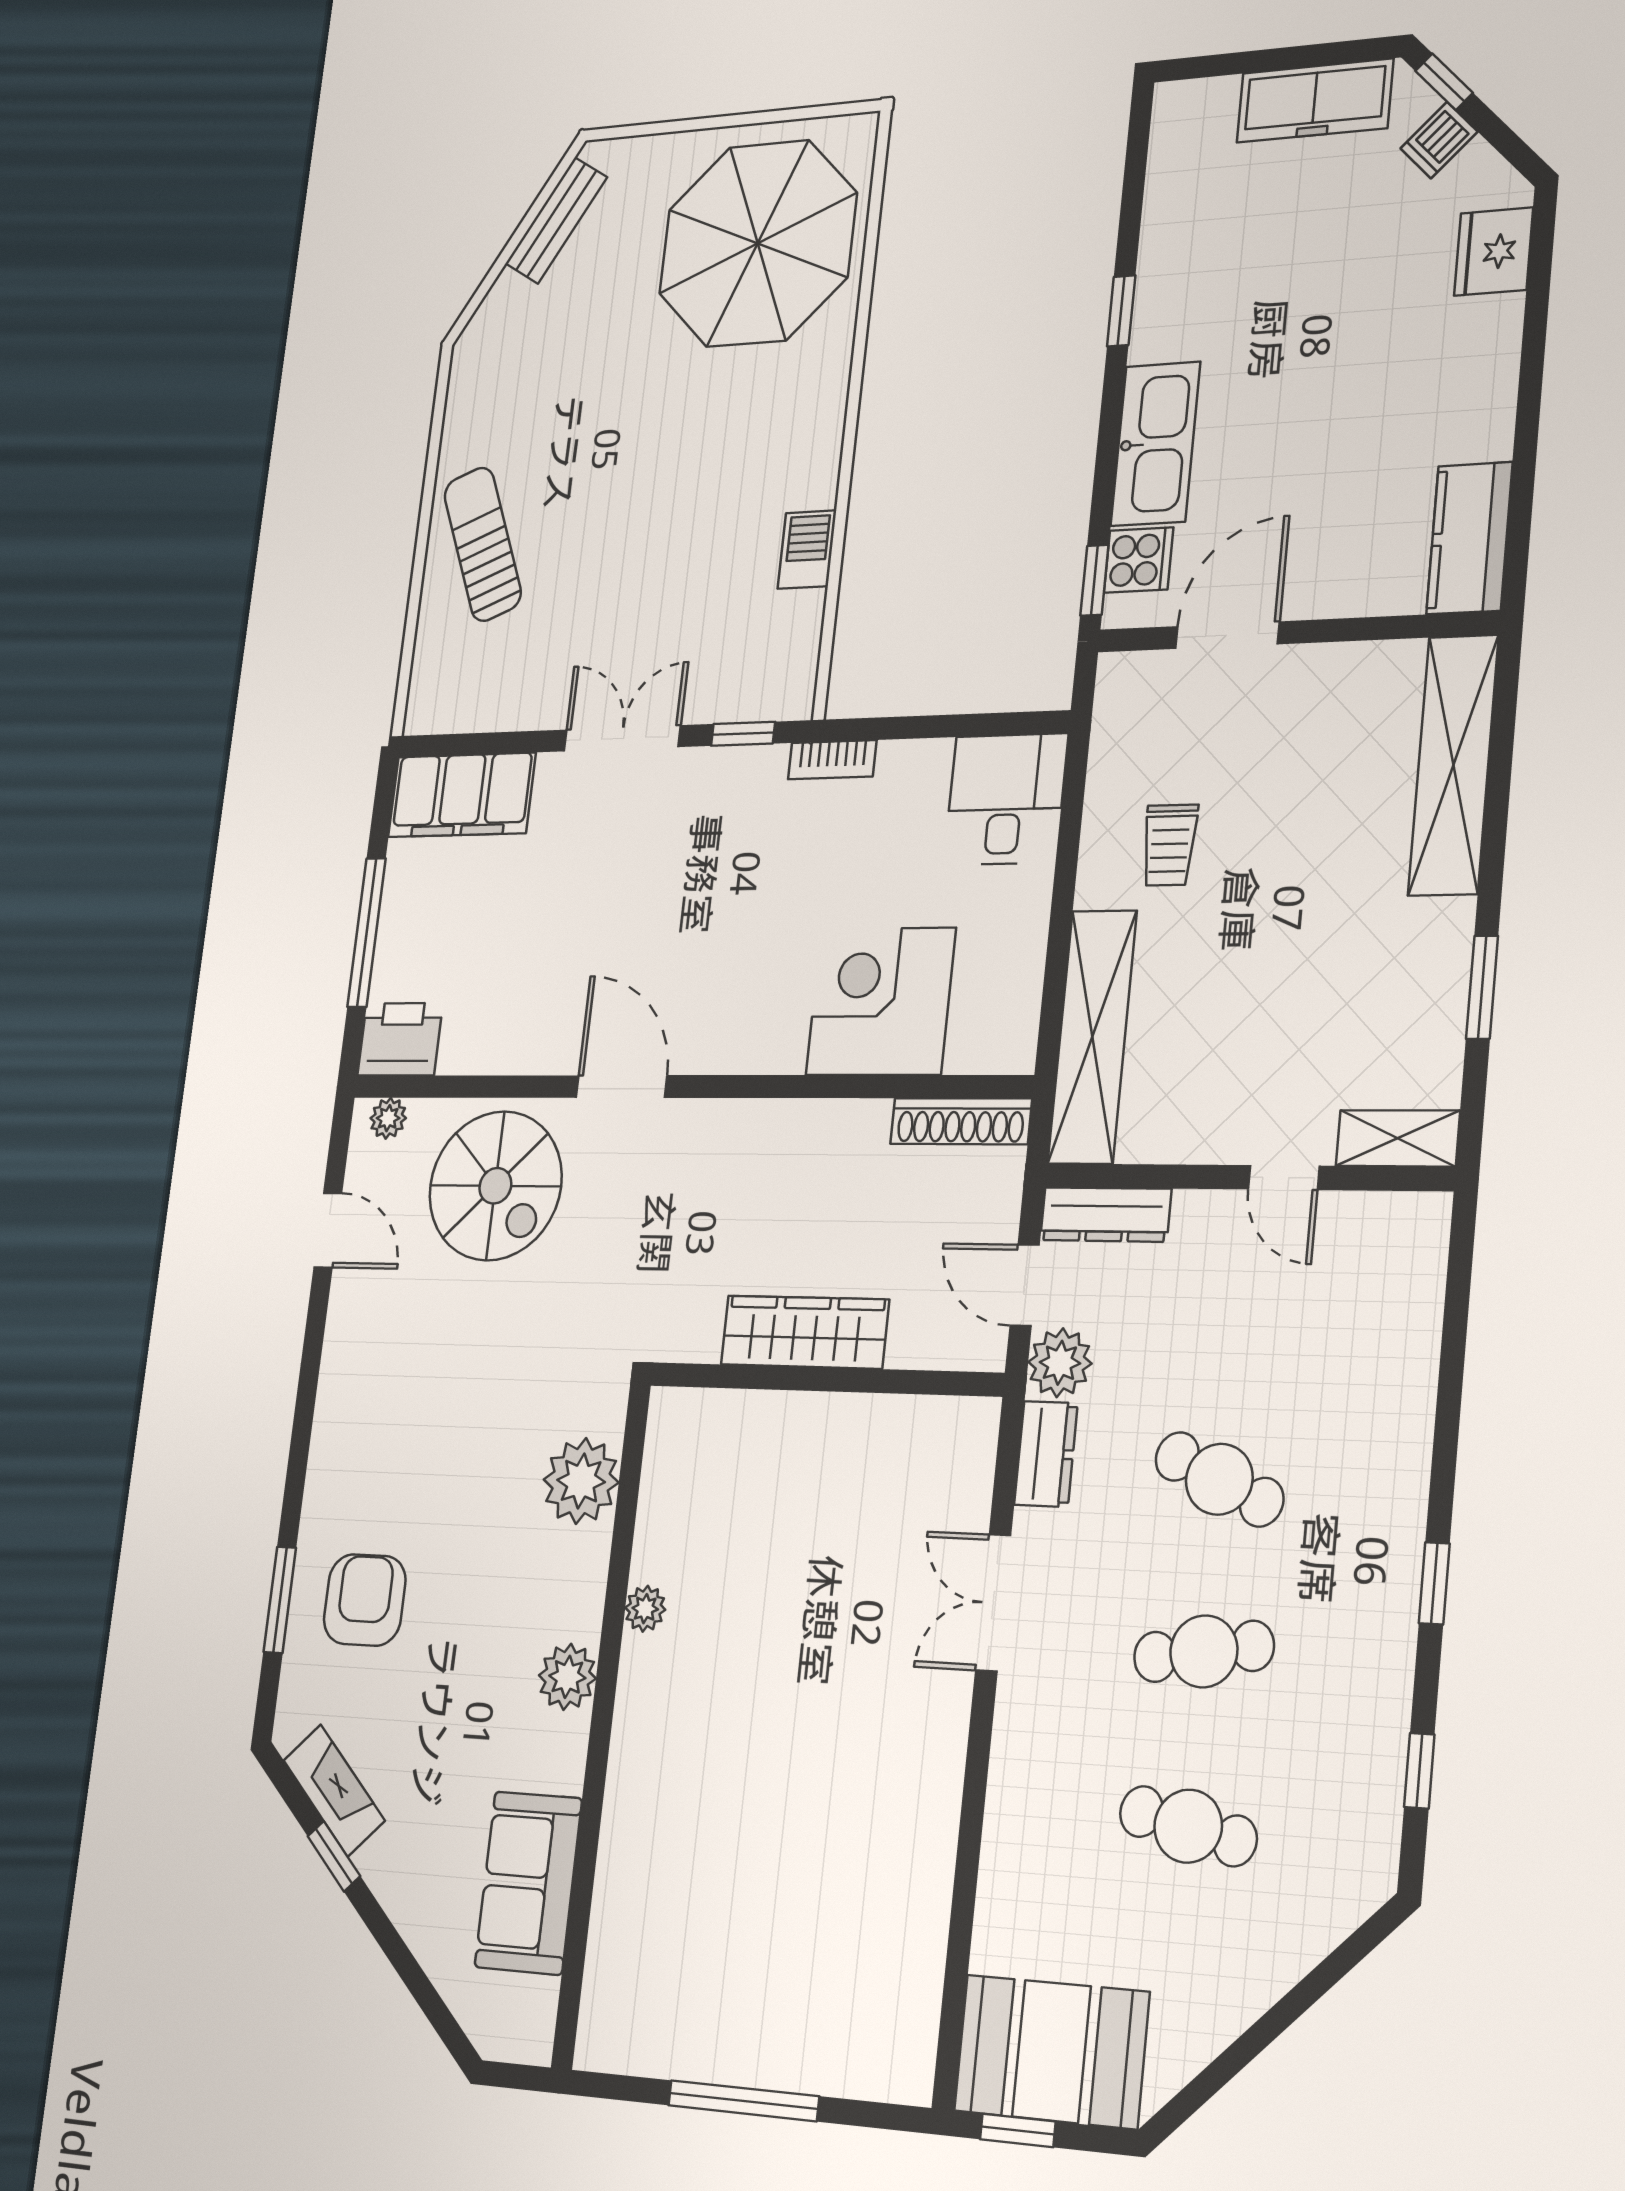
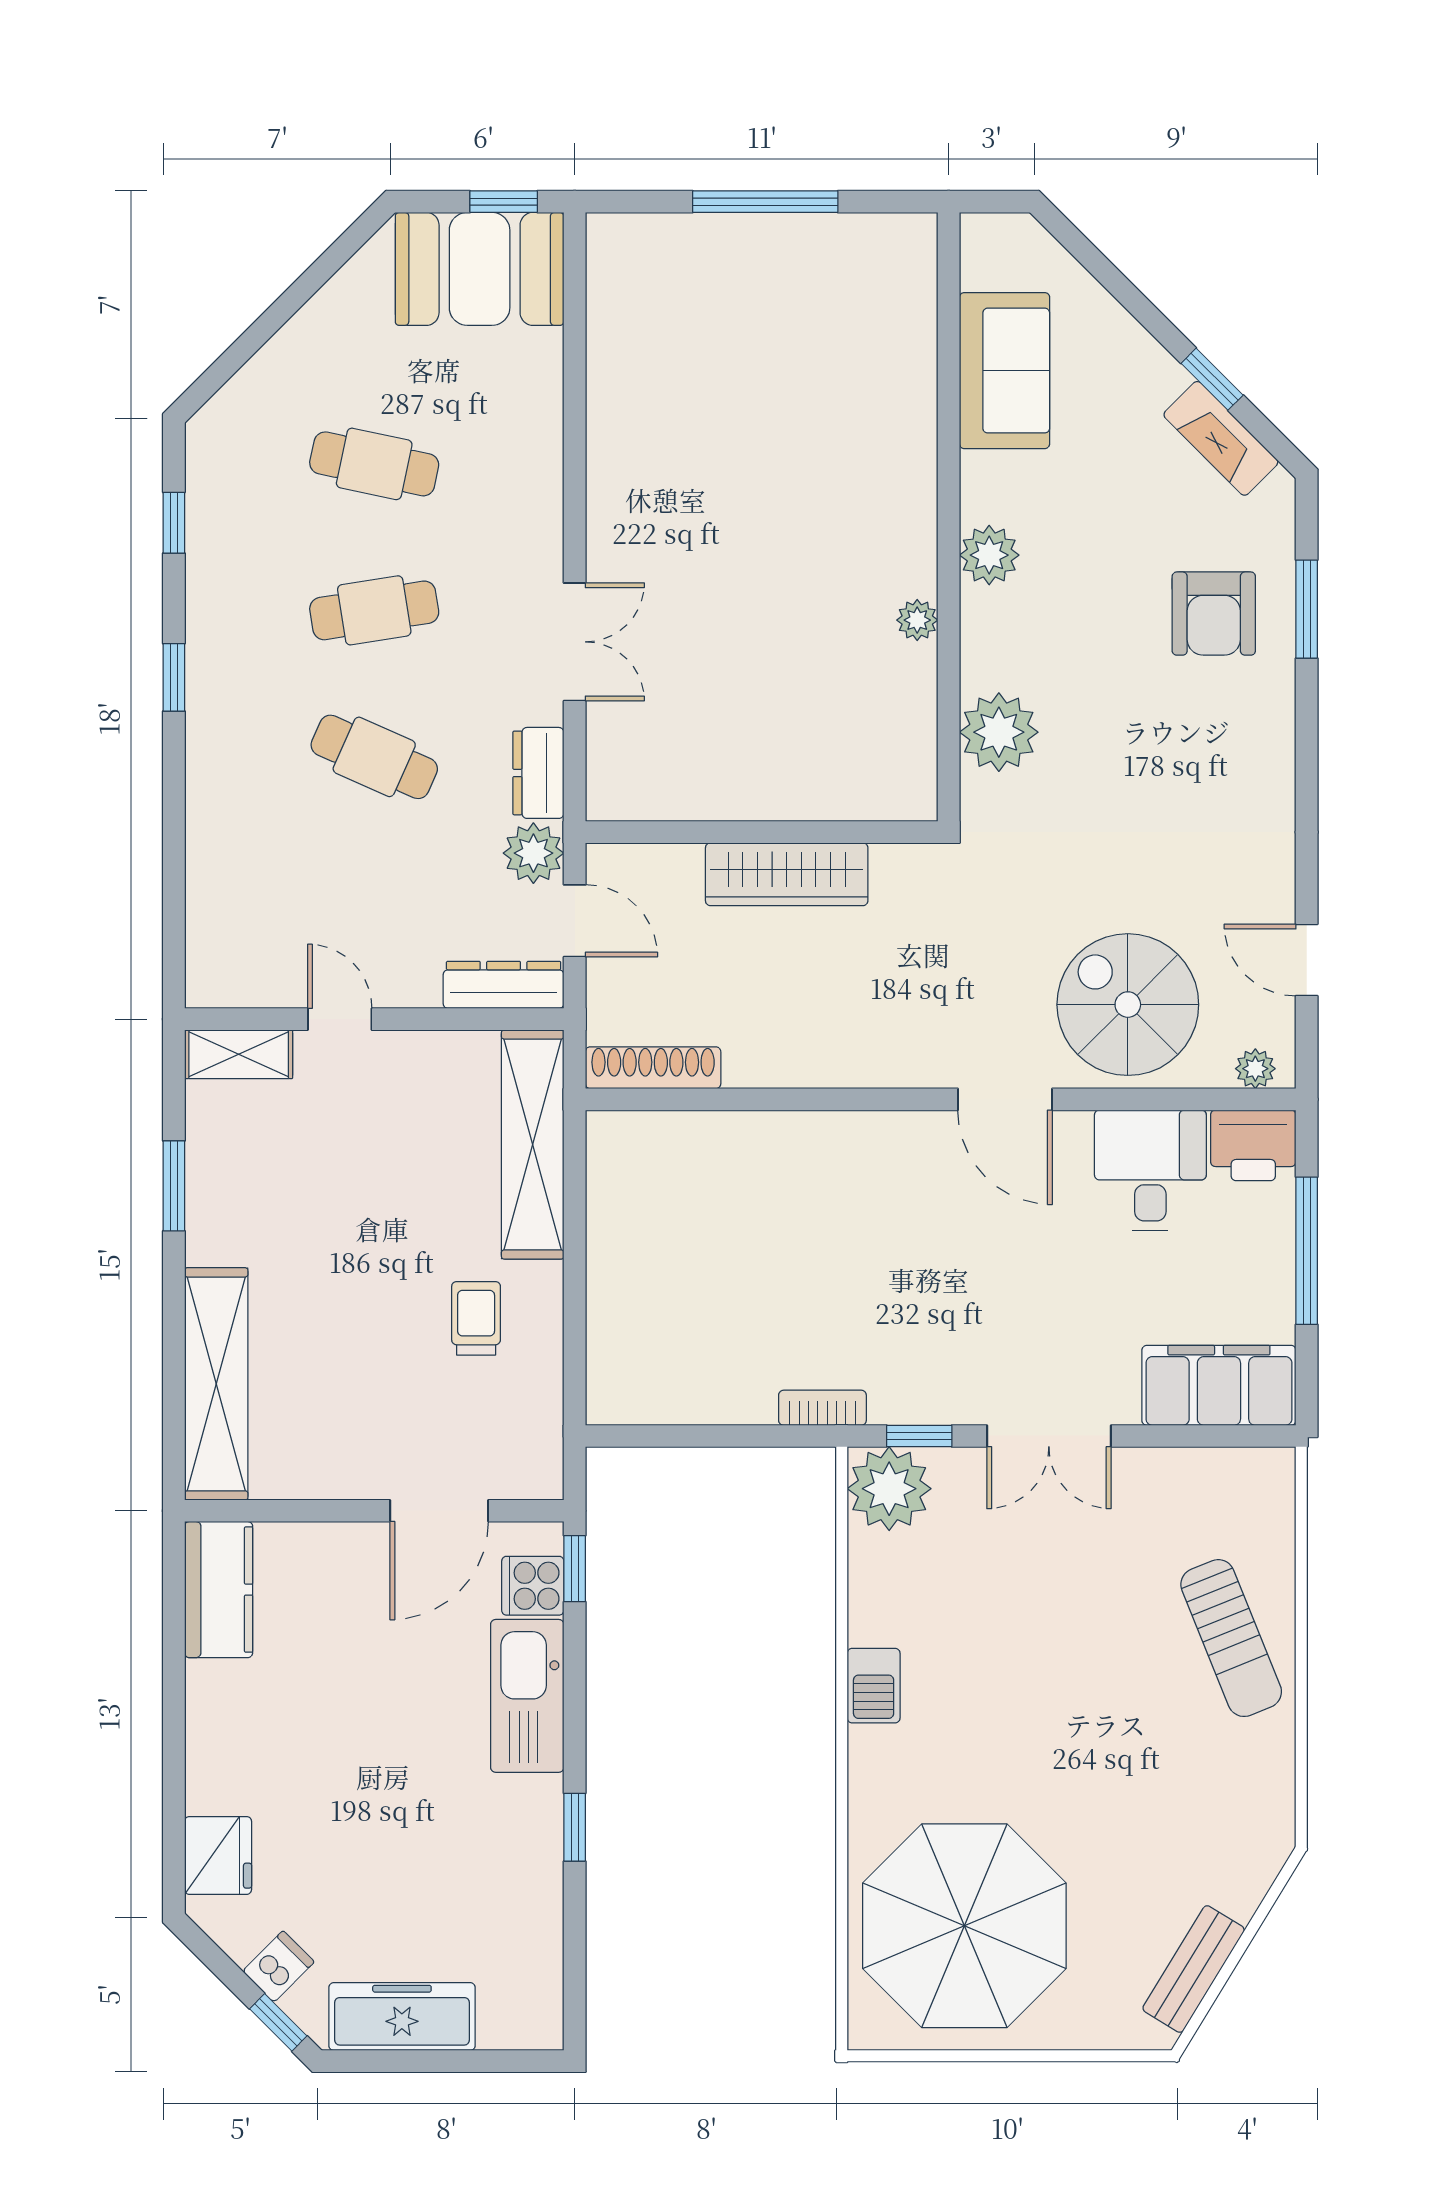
barbecue: (807, 550) -> (874, 1686), moved
plant: (778, 678) -> (889, 1489), added
desk: (1006, 799) -> (1150, 1170), moved, turned 180
corner desk: (881, 1001) -> (746, 1178), removed

